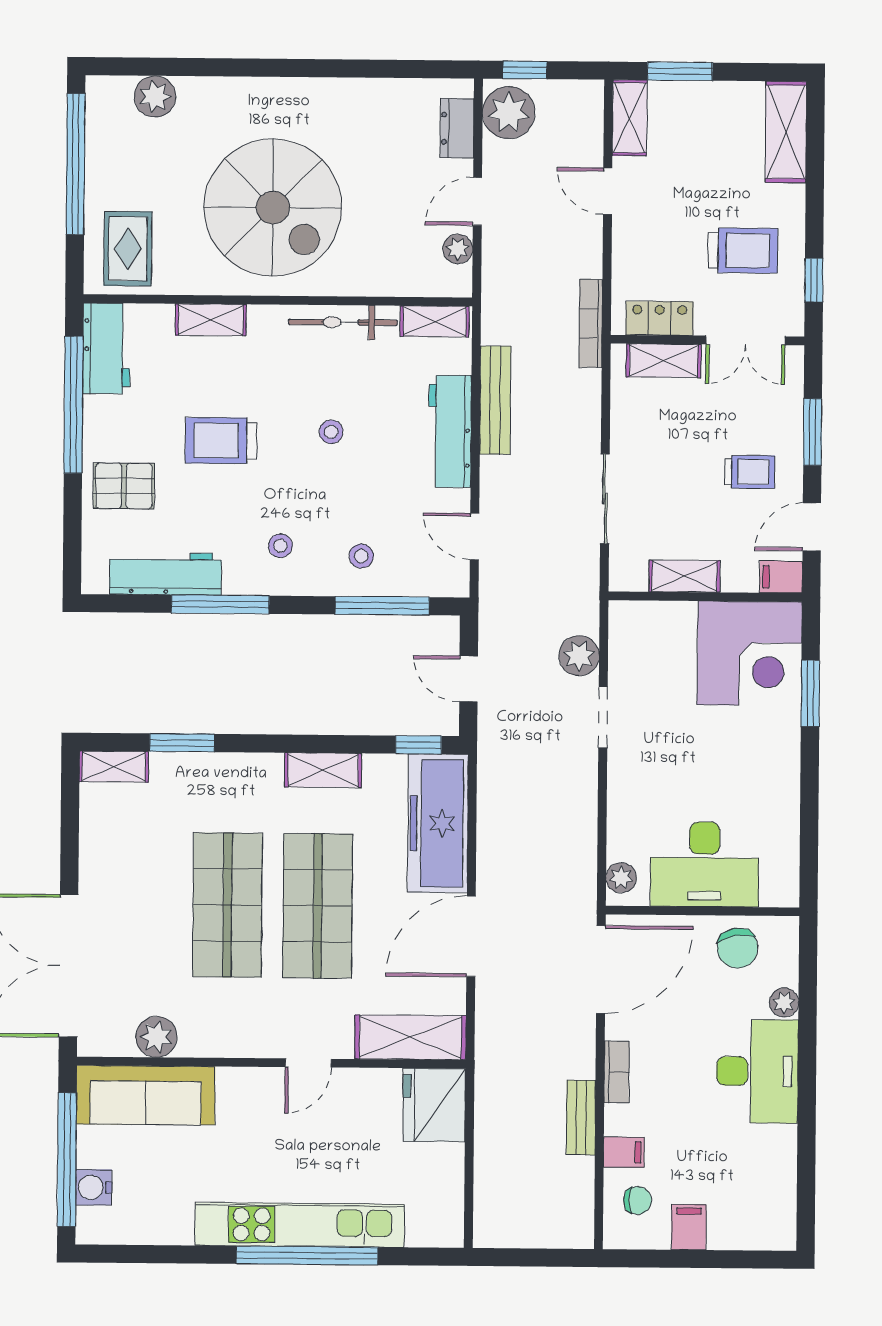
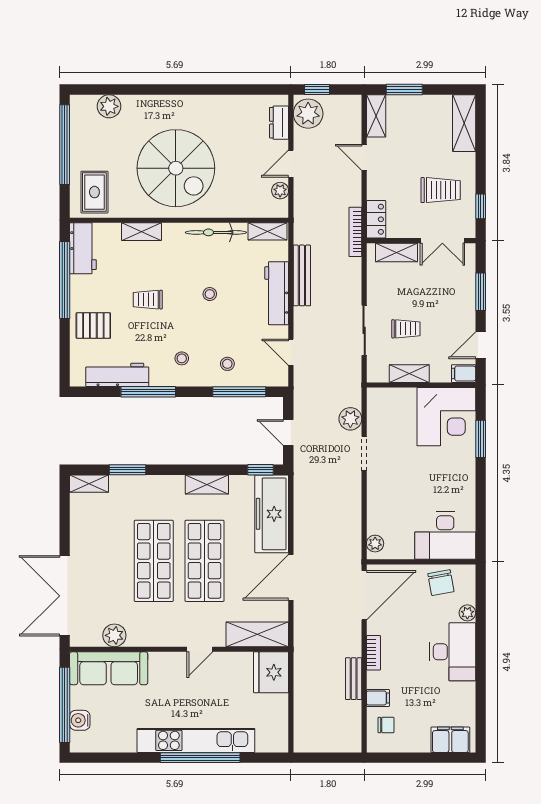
locker: (660, 318) -> (376, 219), moved, turned 90
trolley: (221, 441) -> (148, 300), width x0.73, depth x0.72
trolley: (750, 472) -> (406, 329), moved
desk: (705, 864) -> (445, 536), moved
filing cabinet: (689, 1227) -> (450, 740), moved, width x2.00

